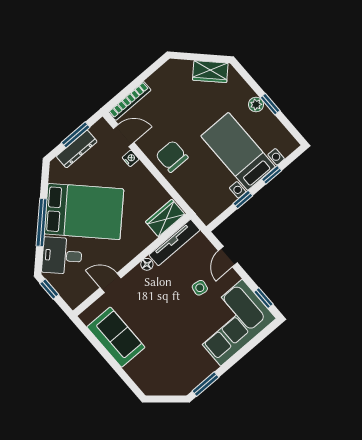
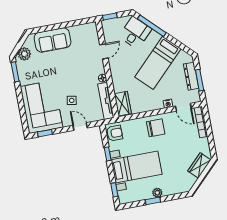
wardrobe: (210, 72) -> (199, 165), moved
door: (124, 135) -> (183, 107), hinge flipped
window: (272, 175) -> (114, 190), moved
armchair: (210, 206) -> (115, 133), added
bed: (84, 211) -> (158, 63), width x0.67
window: (42, 223) -> (152, 26), moved
window: (49, 289) -> (110, 16), moved
sofa: (116, 337) -> (53, 40), moved
plant: (175, 386) -> (24, 54), added

